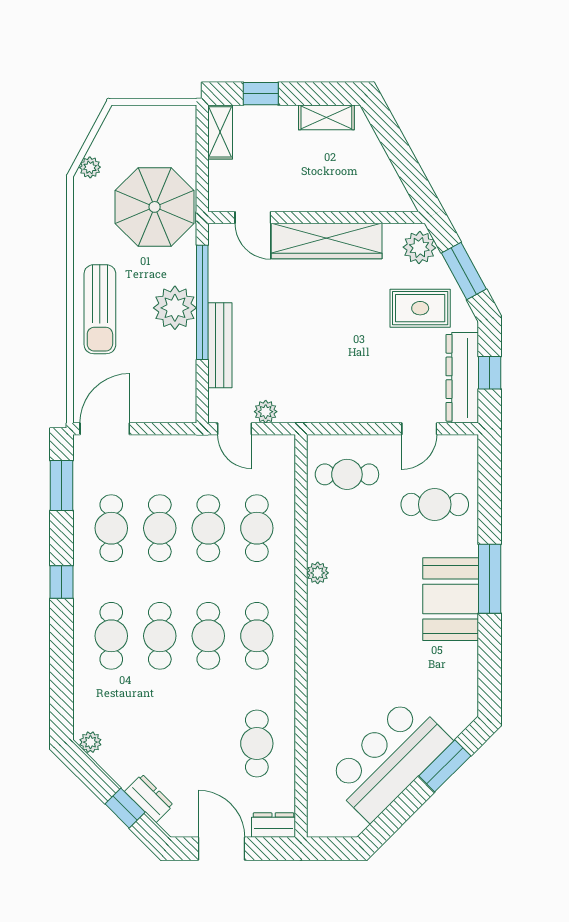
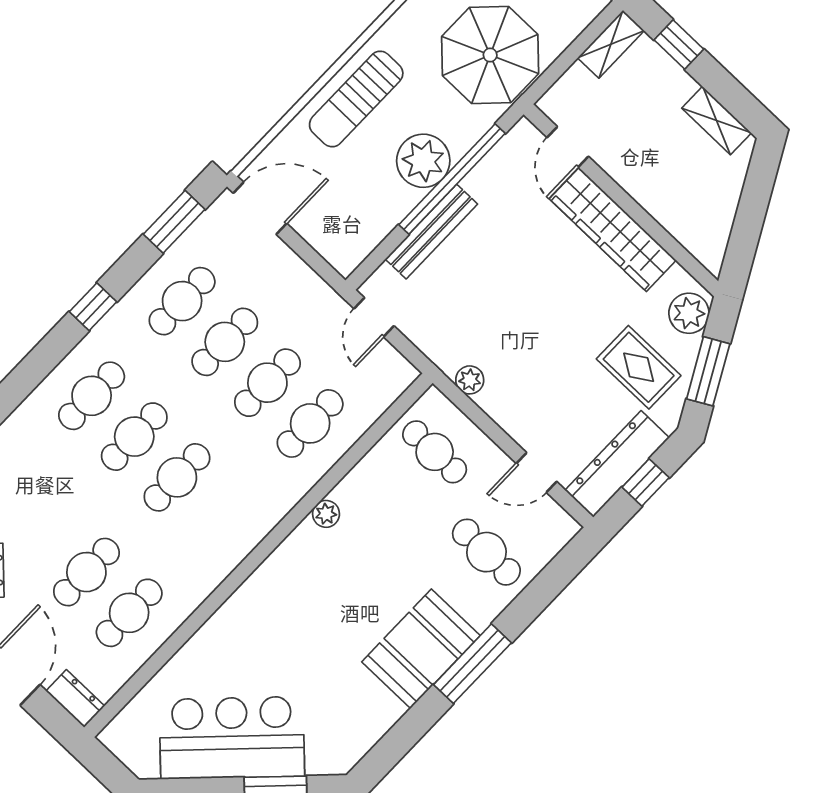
plant: (266, 412) -> (470, 380), moved
cafe table: (257, 636) -> (86, 572), moved

